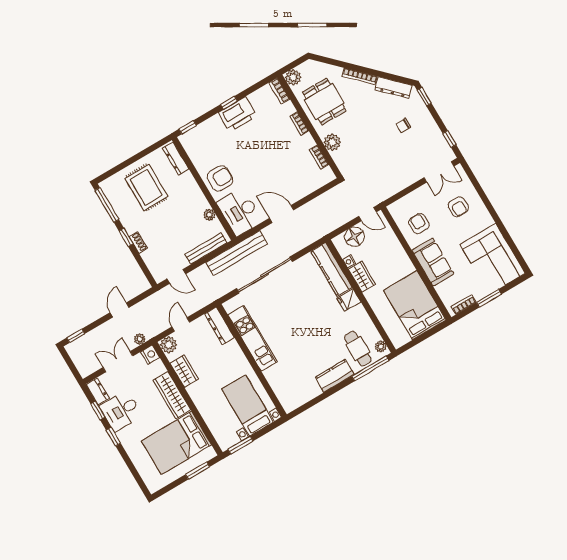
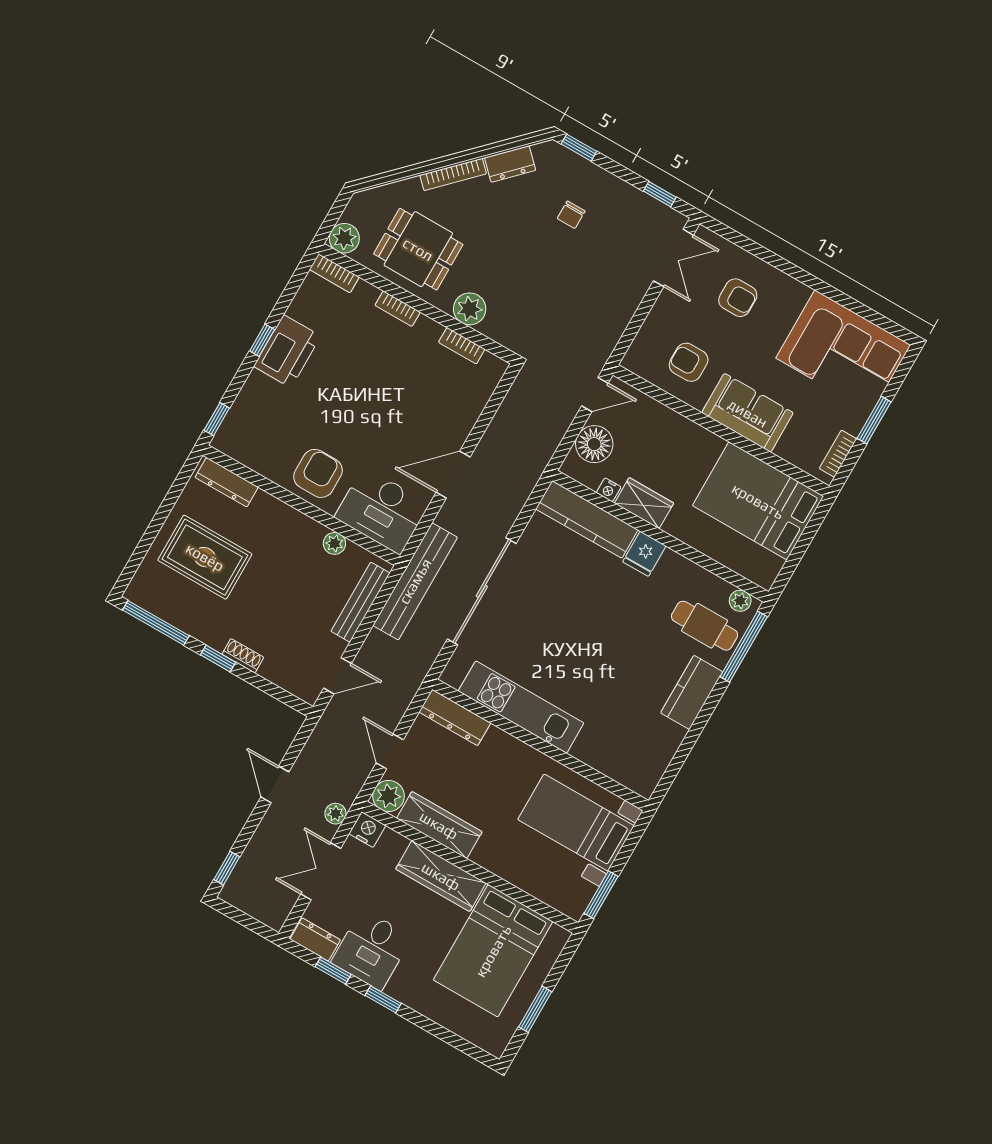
dresser: (394, 88) -> (510, 164), width x0.70
wardrobe: (184, 371) -> (439, 825), width x1.50
window: (198, 471) -> (535, 1009), moved

